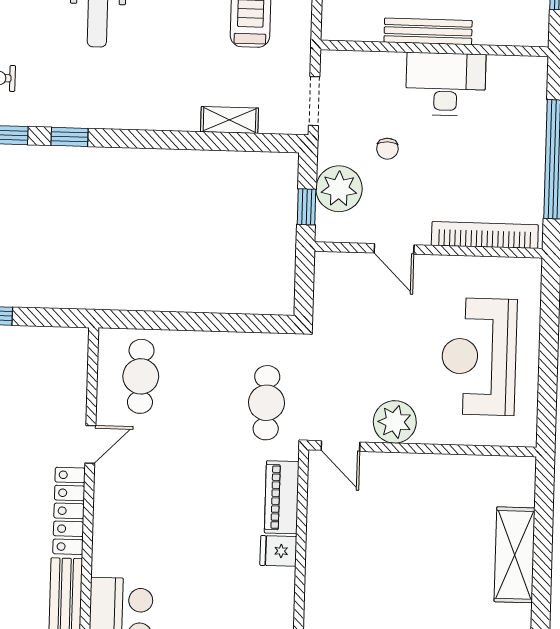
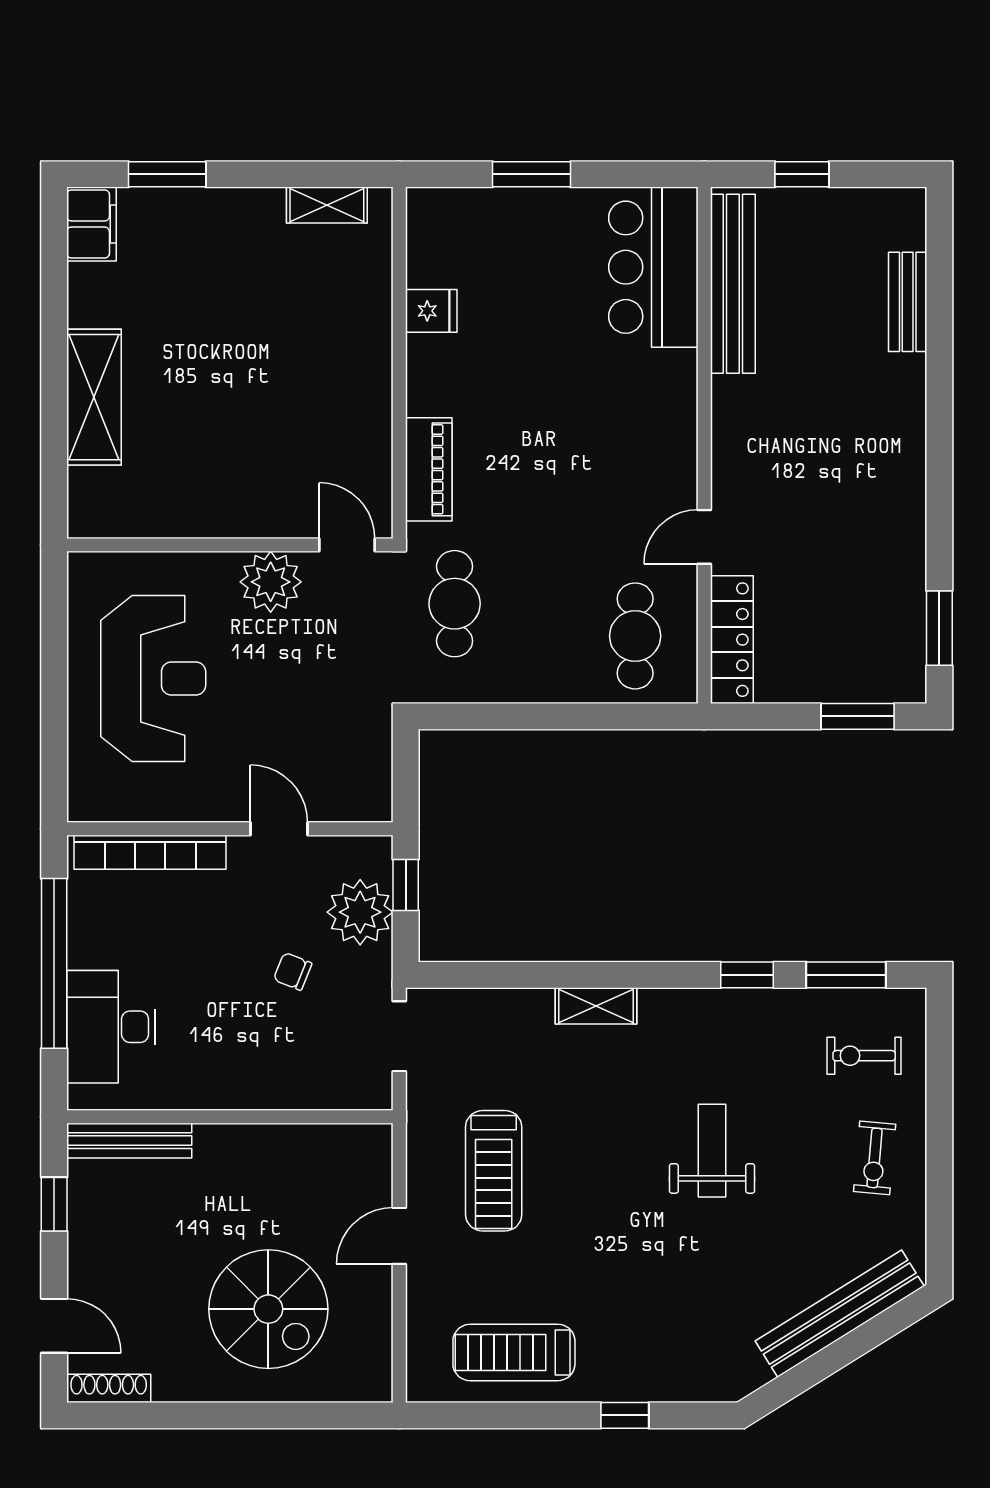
bench: (428, 31) -> (129, 1141), moved
desk: (446, 84) -> (111, 1027), moved, turned 90
shelving: (230, 120) -> (596, 1006), moved
chair: (387, 149) -> (293, 971), turned -68
locker: (69, 511) -> (732, 640), moved
fridge: (278, 551) -> (431, 311), moved

